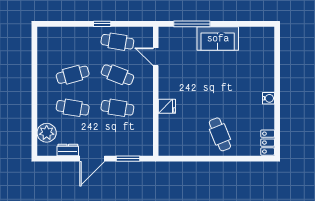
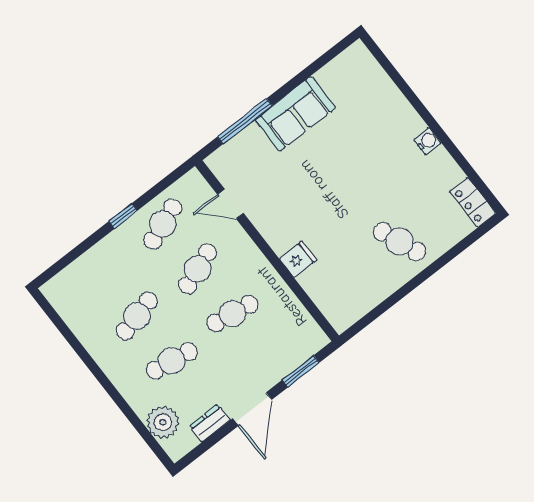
cafe table: (117, 42) -> (163, 224), turned -30
cafe table: (117, 75) -> (198, 269), turned -42

